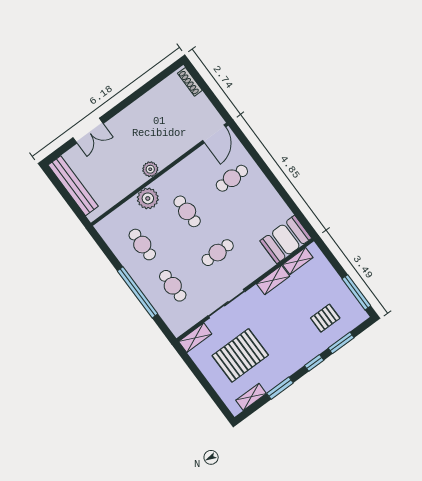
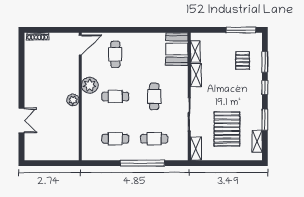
door: (214, 134) -> (80, 45), hinge flipped
bench: (73, 186) -> (48, 154), removed
plant: (148, 198) -> (90, 85), moved

